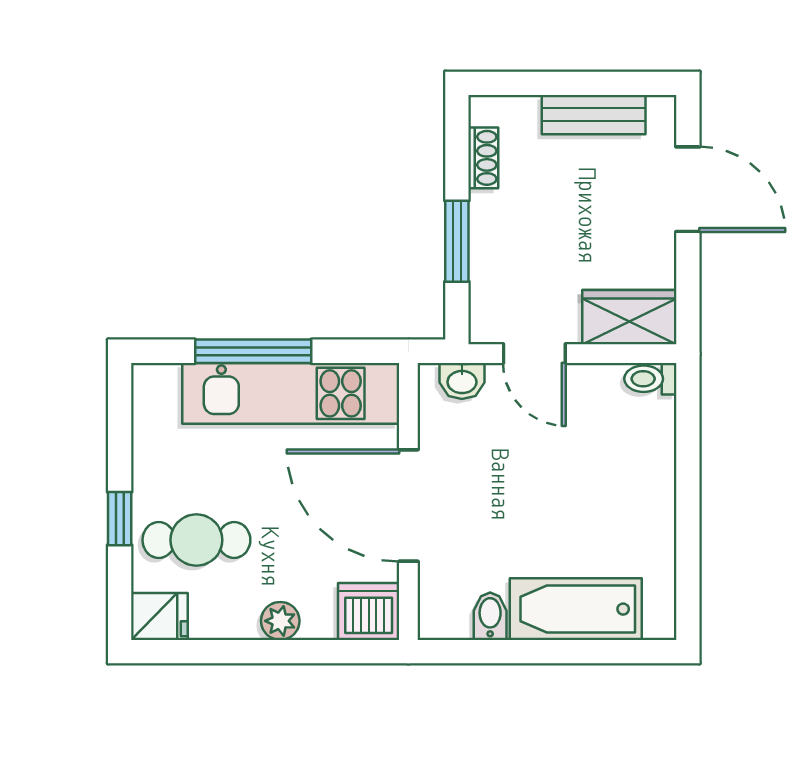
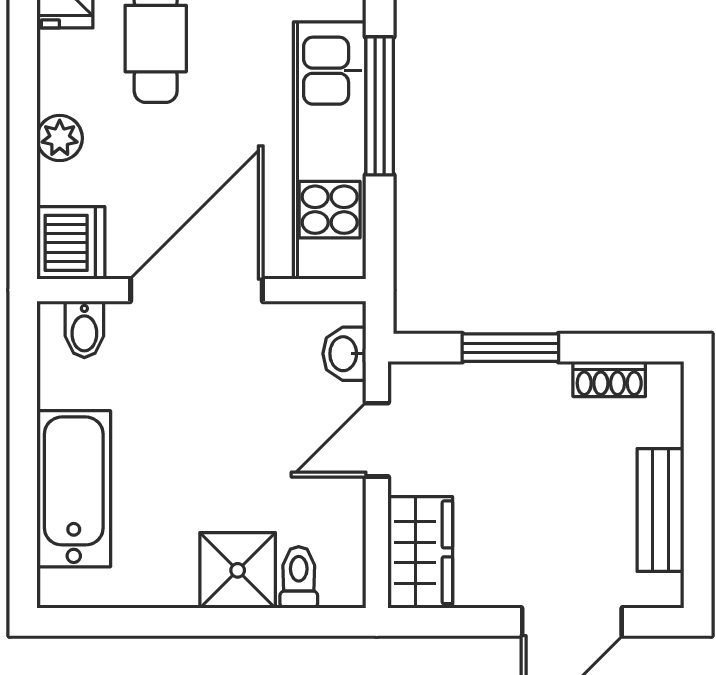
toilet: (650, 379) -> (299, 577), moved
shower: (644, 471) -> (238, 570), added
bidet: (490, 616) -> (84, 329), moved, turned 90

